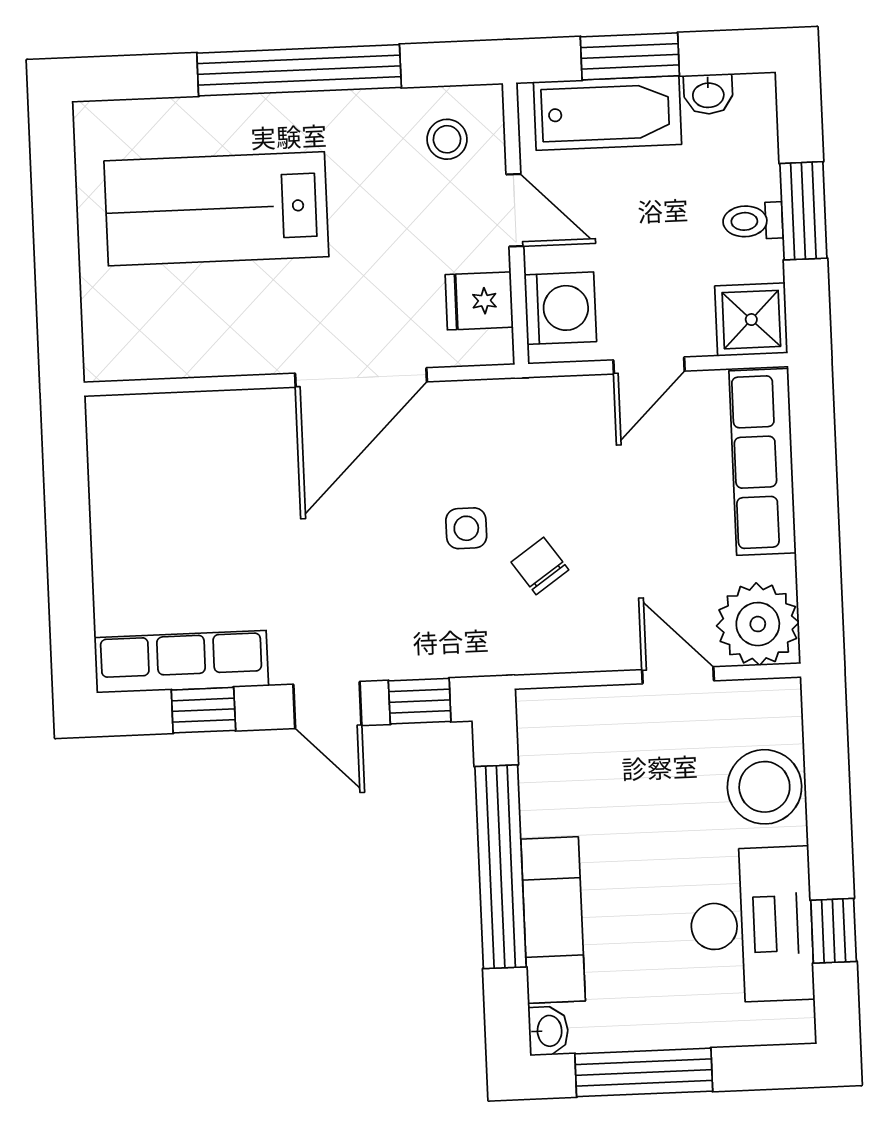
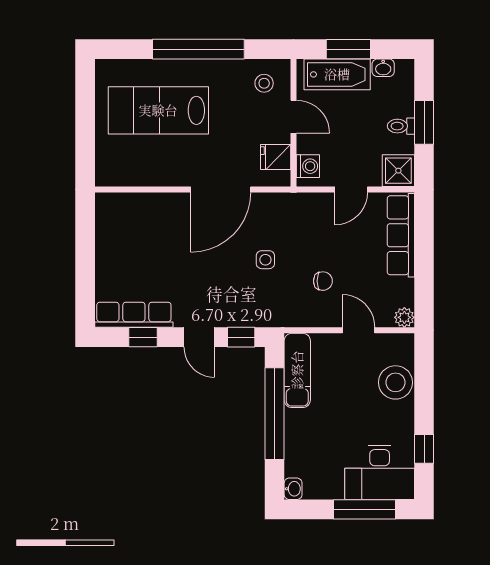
washing machine: (560, 308) -> (308, 166), width x0.73, depth x0.73
chair: (540, 566) -> (323, 281), moved, turned 125
plant: (758, 624) -> (404, 317), width x0.53, depth x0.53
exam couch: (553, 920) -> (297, 370), moved
desk: (752, 925) -> (380, 472), moved, turned 90
window: (644, 1072) -> (365, 509), moved

